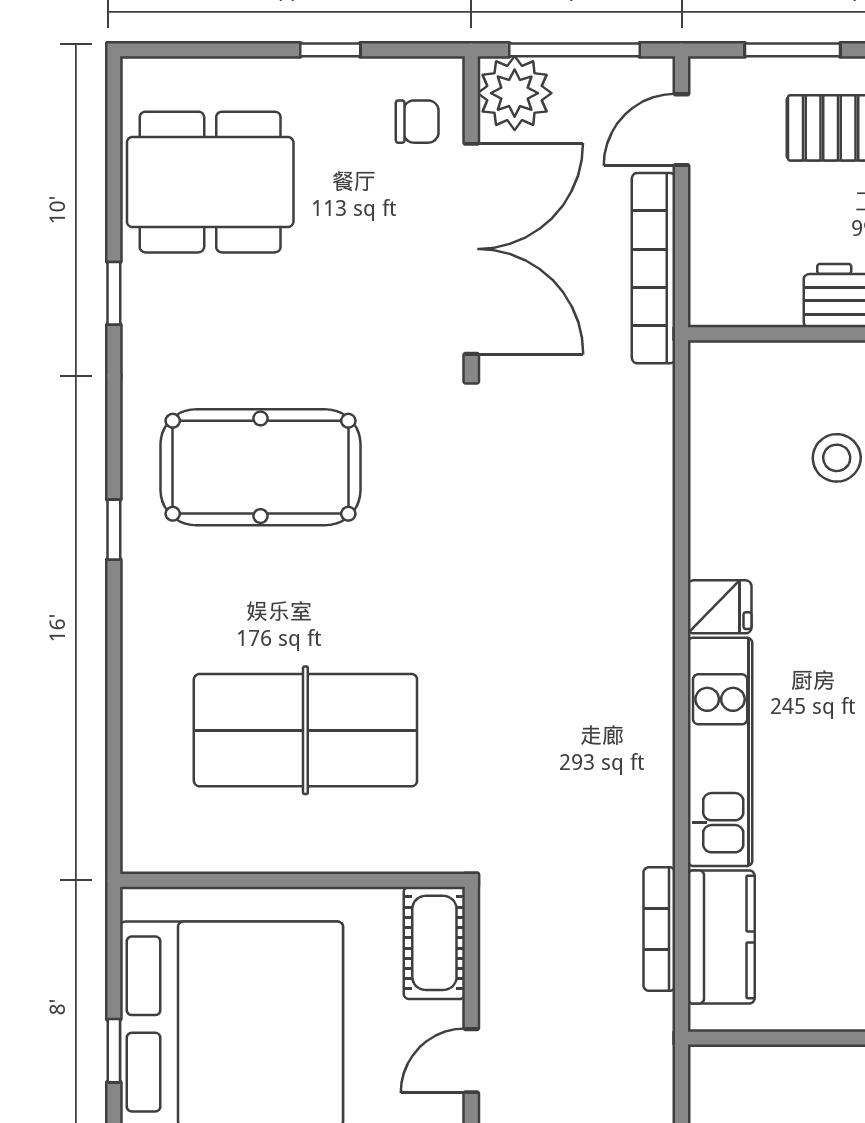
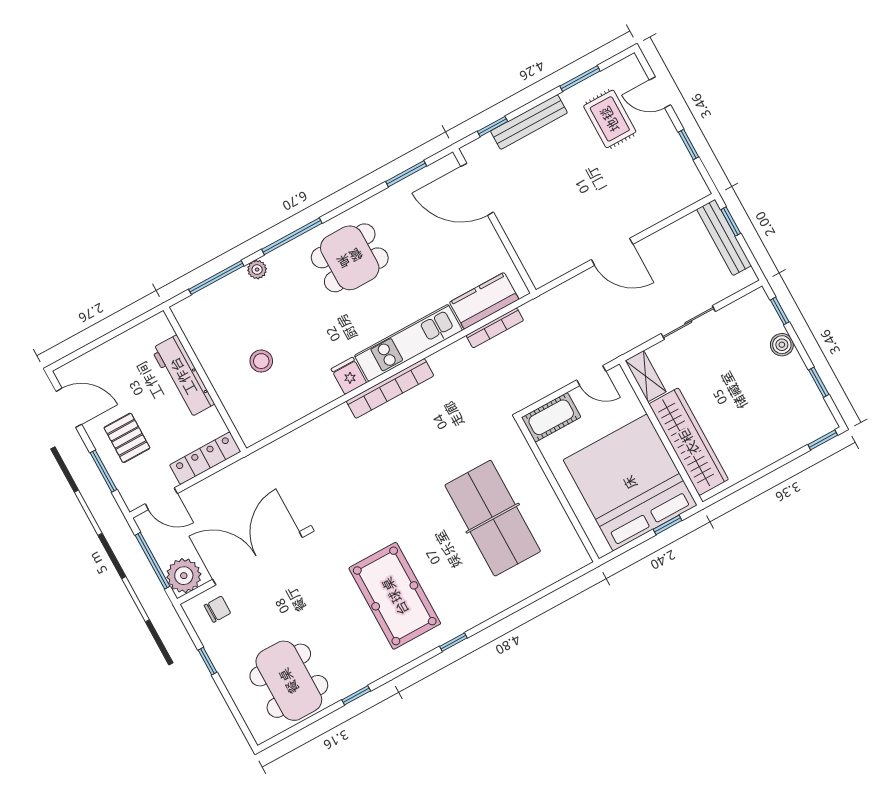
chair: (417, 122) -> (217, 609), turned 90
locker: (712, 253) -> (205, 458), added
bookcase: (654, 268) -> (390, 388), moved

